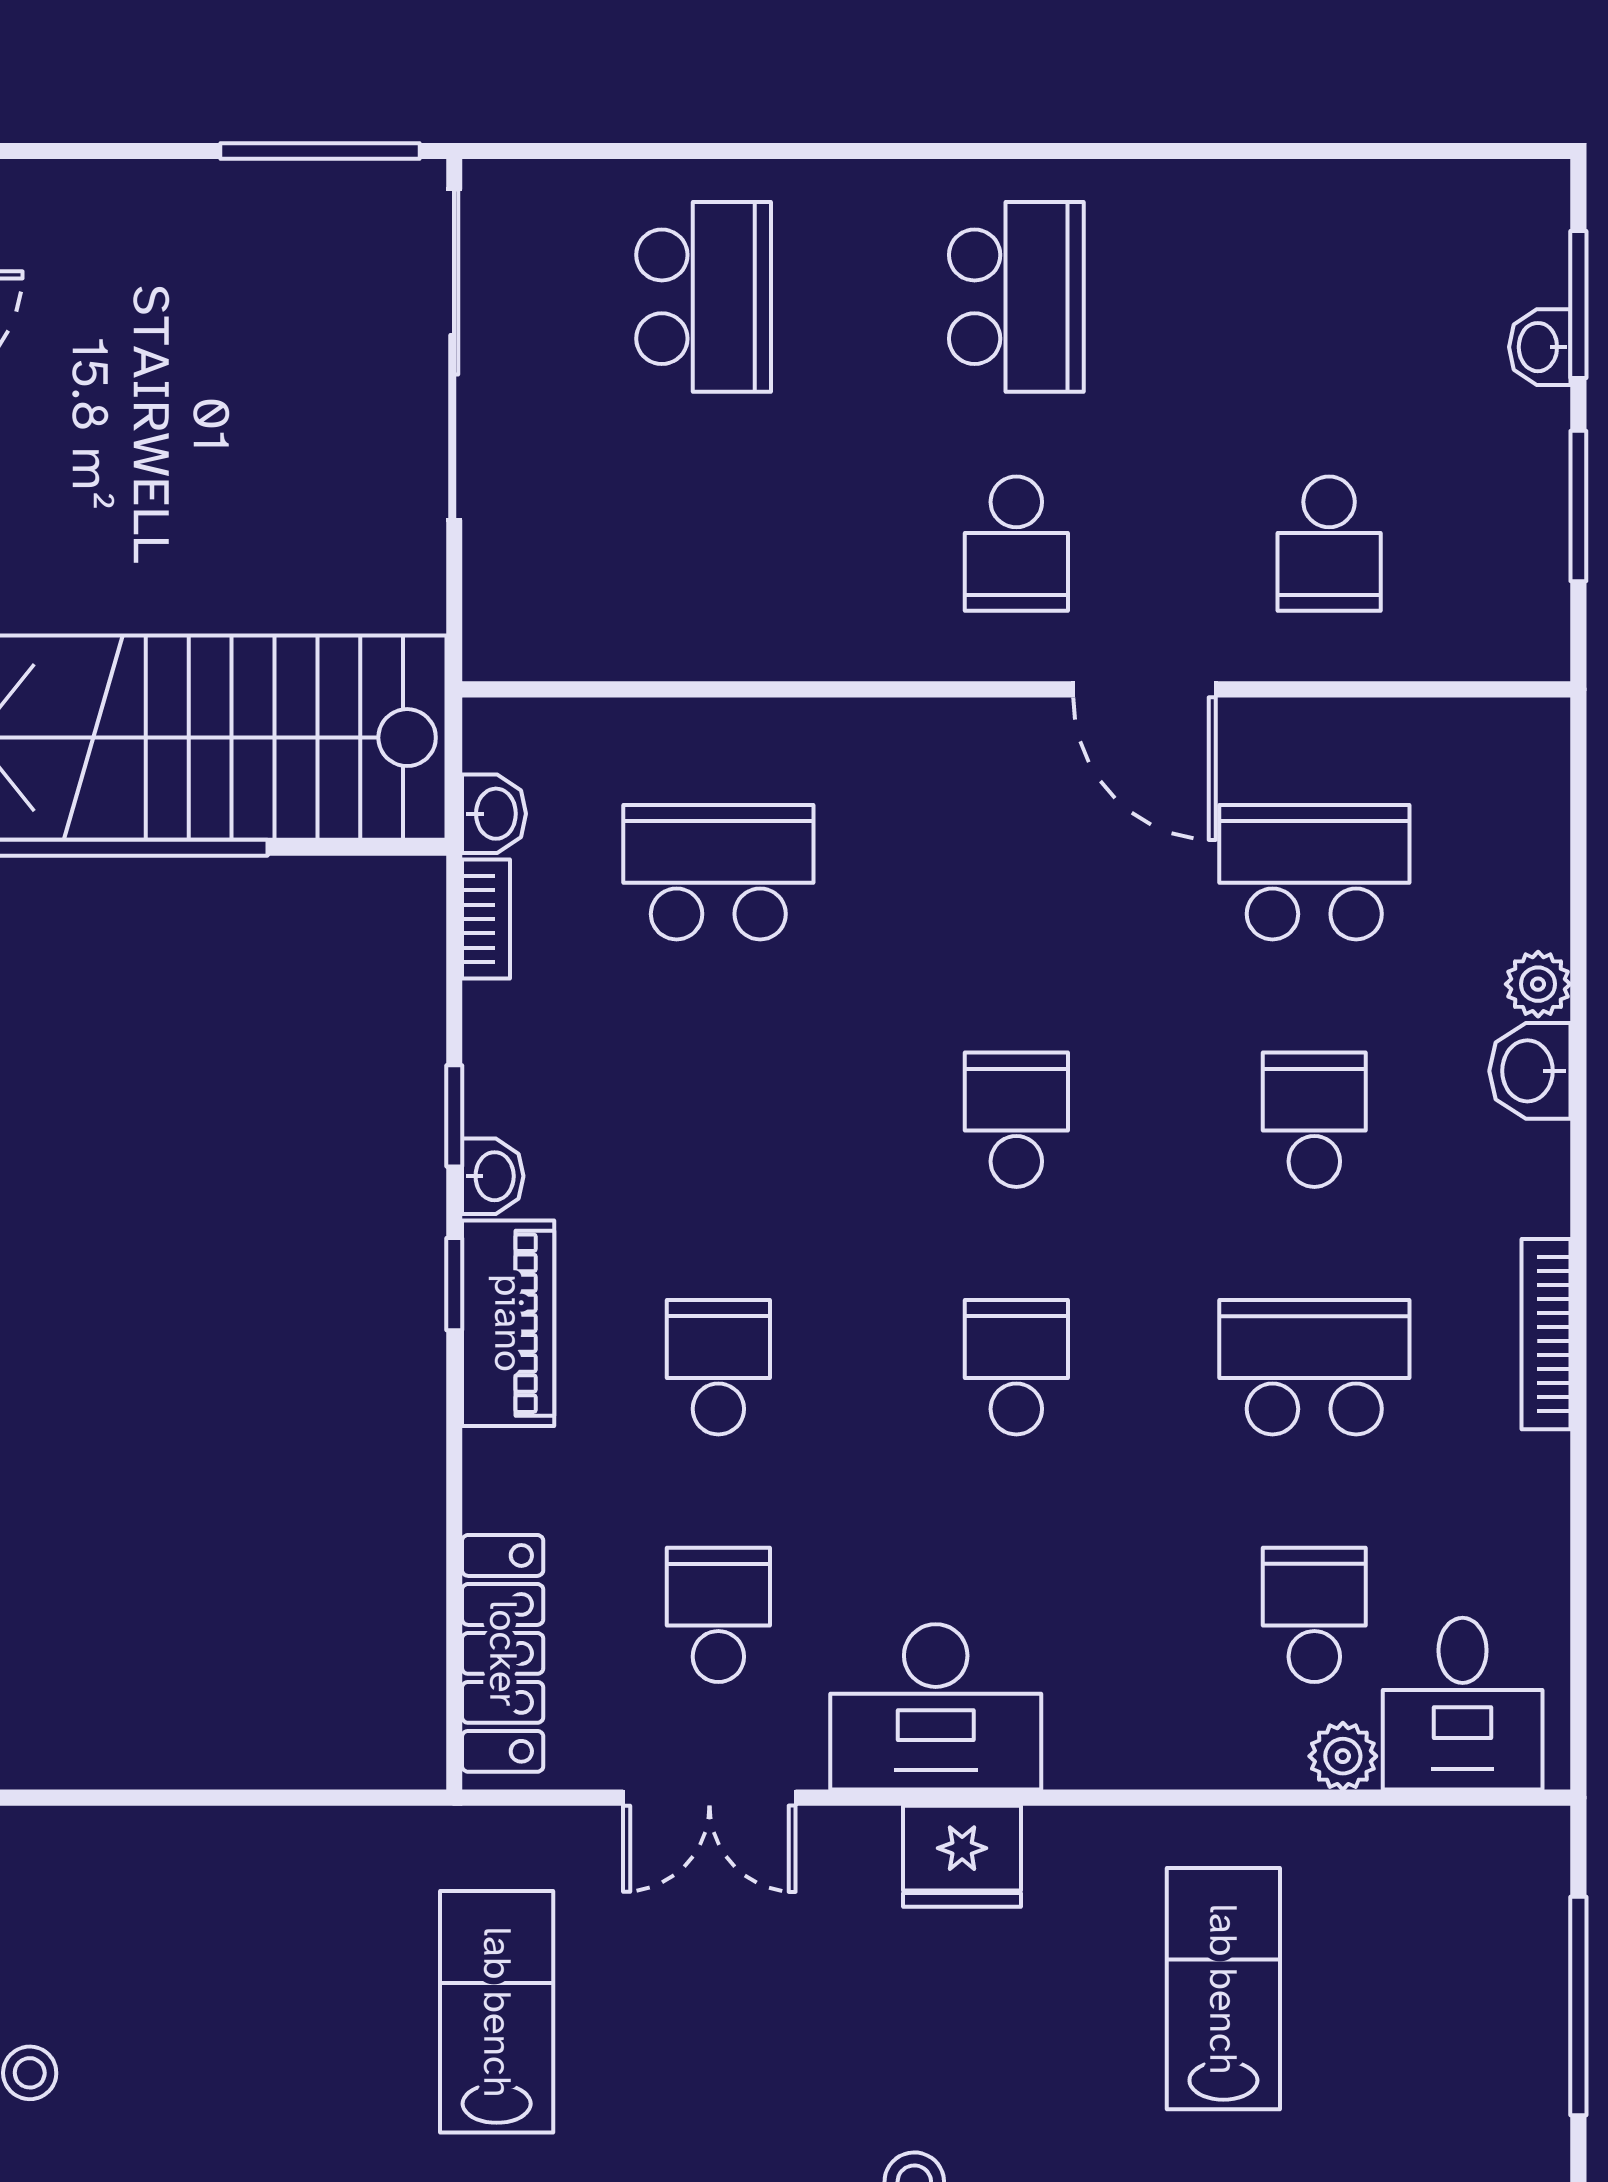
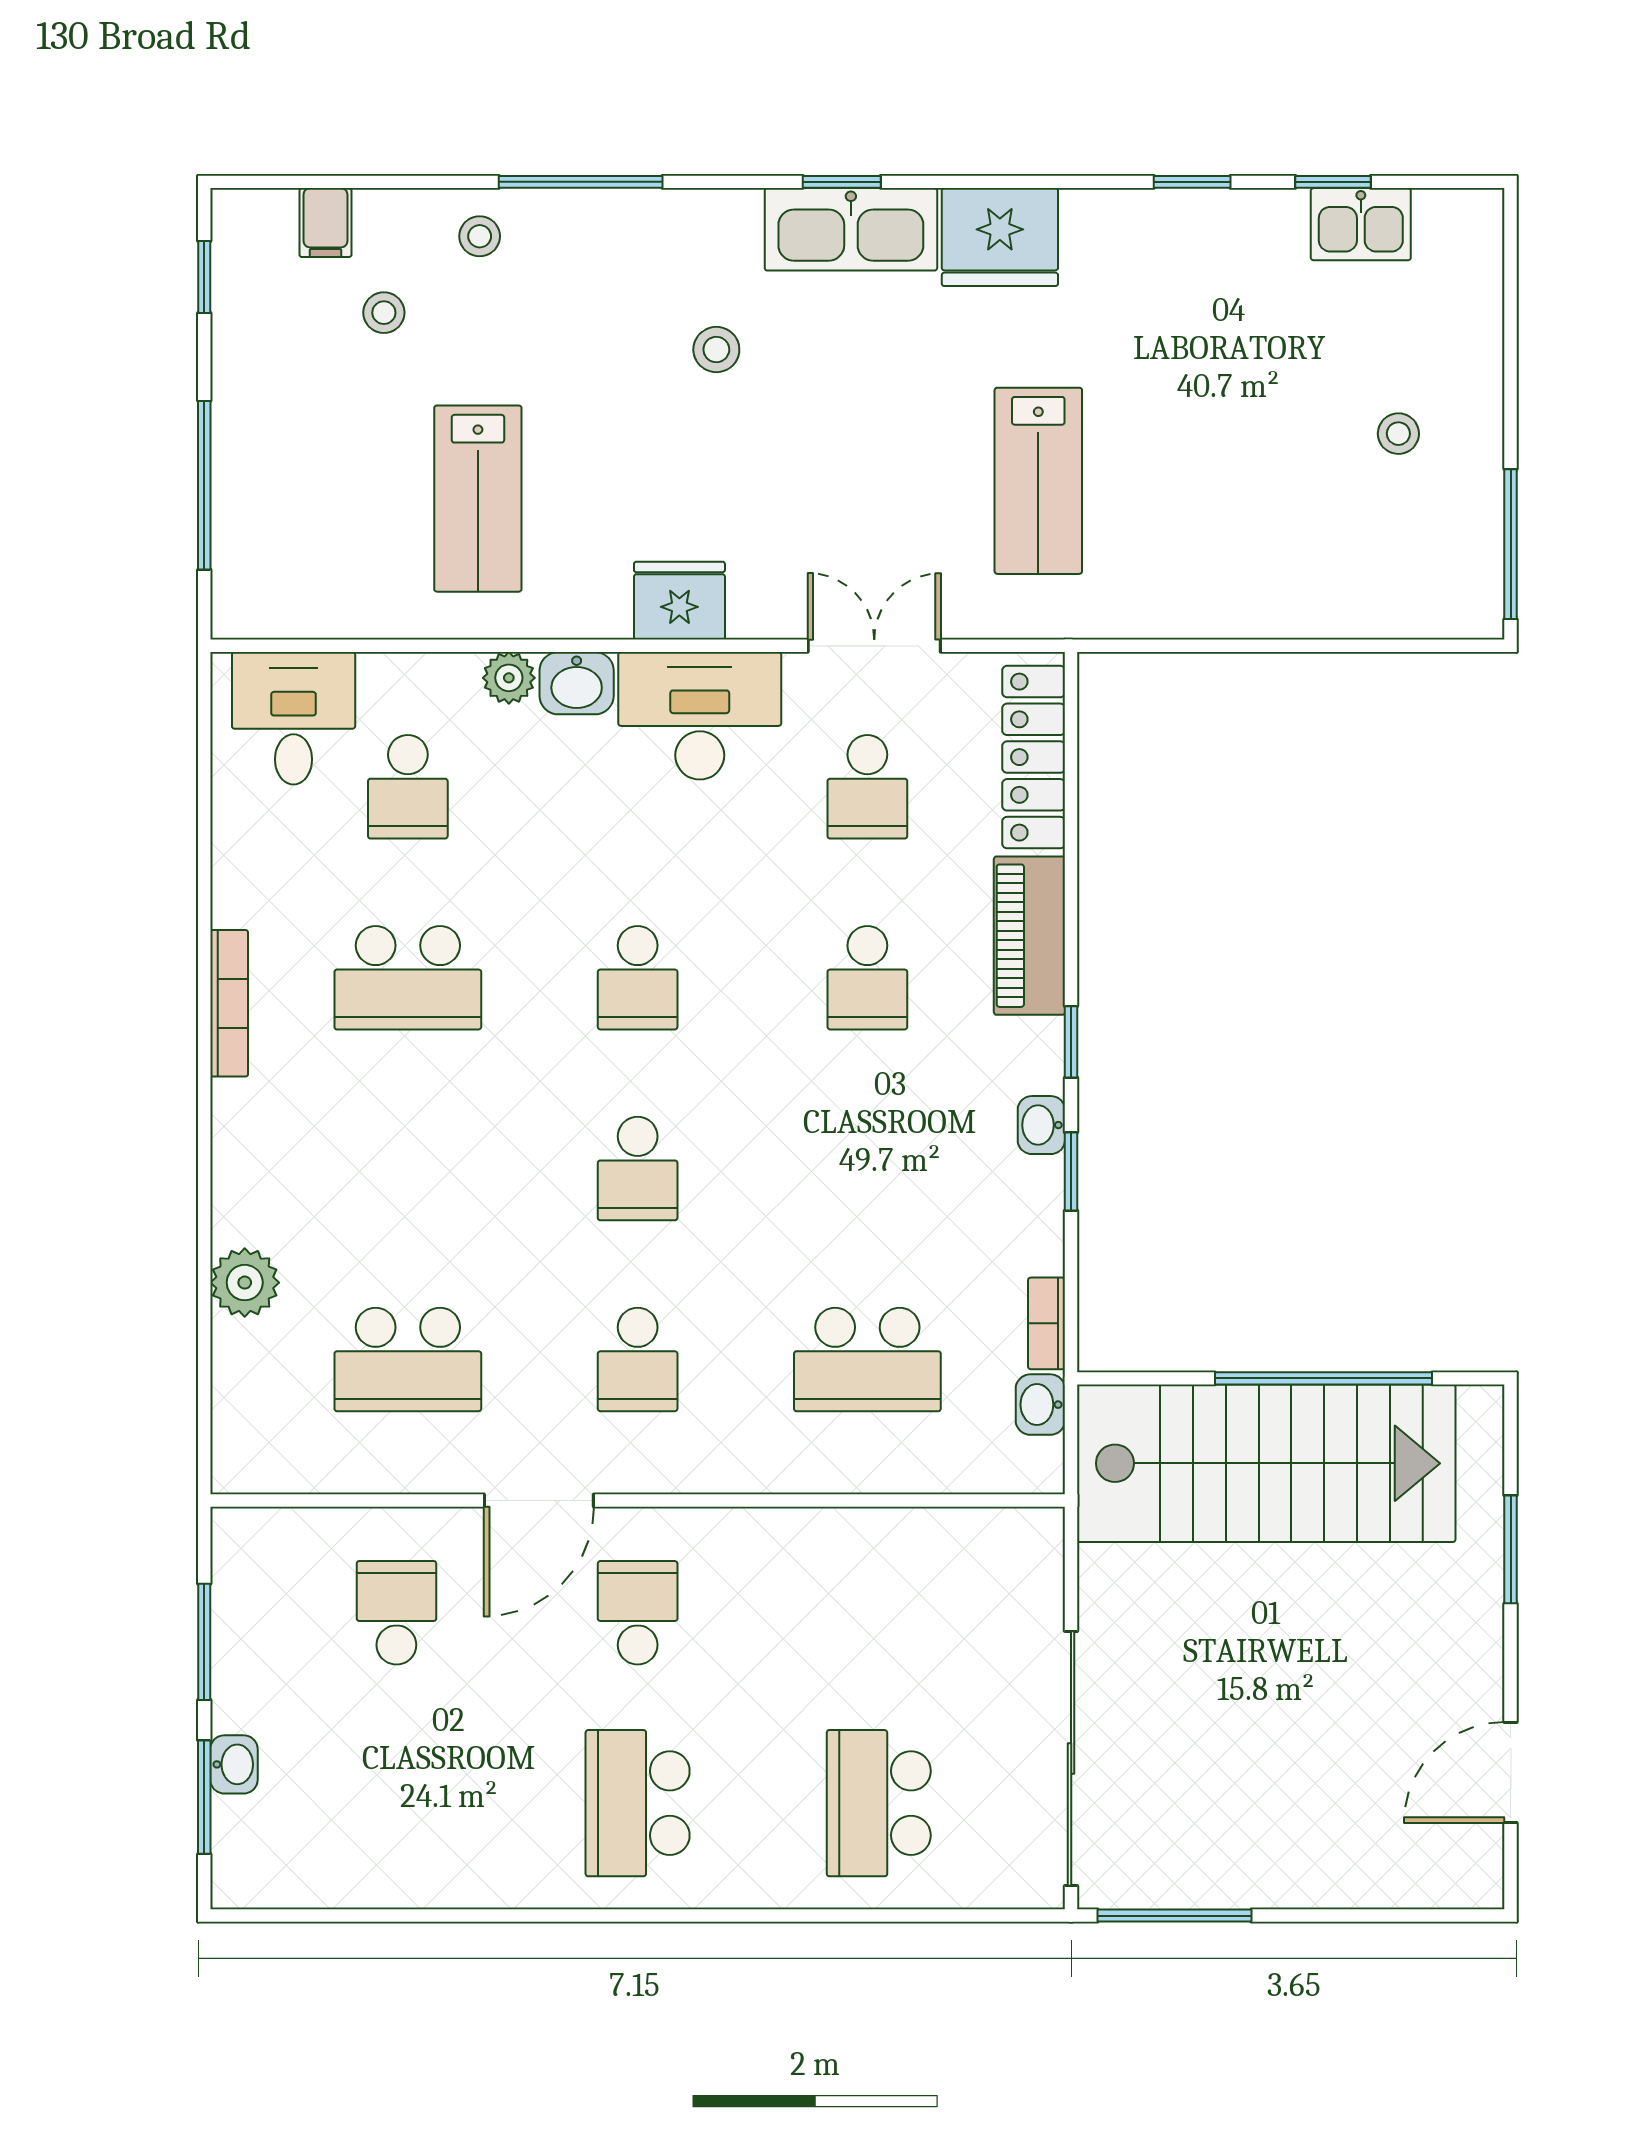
door: (1144, 689) -> (539, 1500), swing flipped
plant: (1538, 984) -> (245, 1283), width x1.38, depth x1.38
washbasin: (1530, 1071) -> (577, 683), moved, turned 90
school desk: (1314, 1120) -> (638, 1359), moved
piano: (508, 1323) -> (1029, 936), moved
plant: (1343, 1756) -> (509, 678), moved

